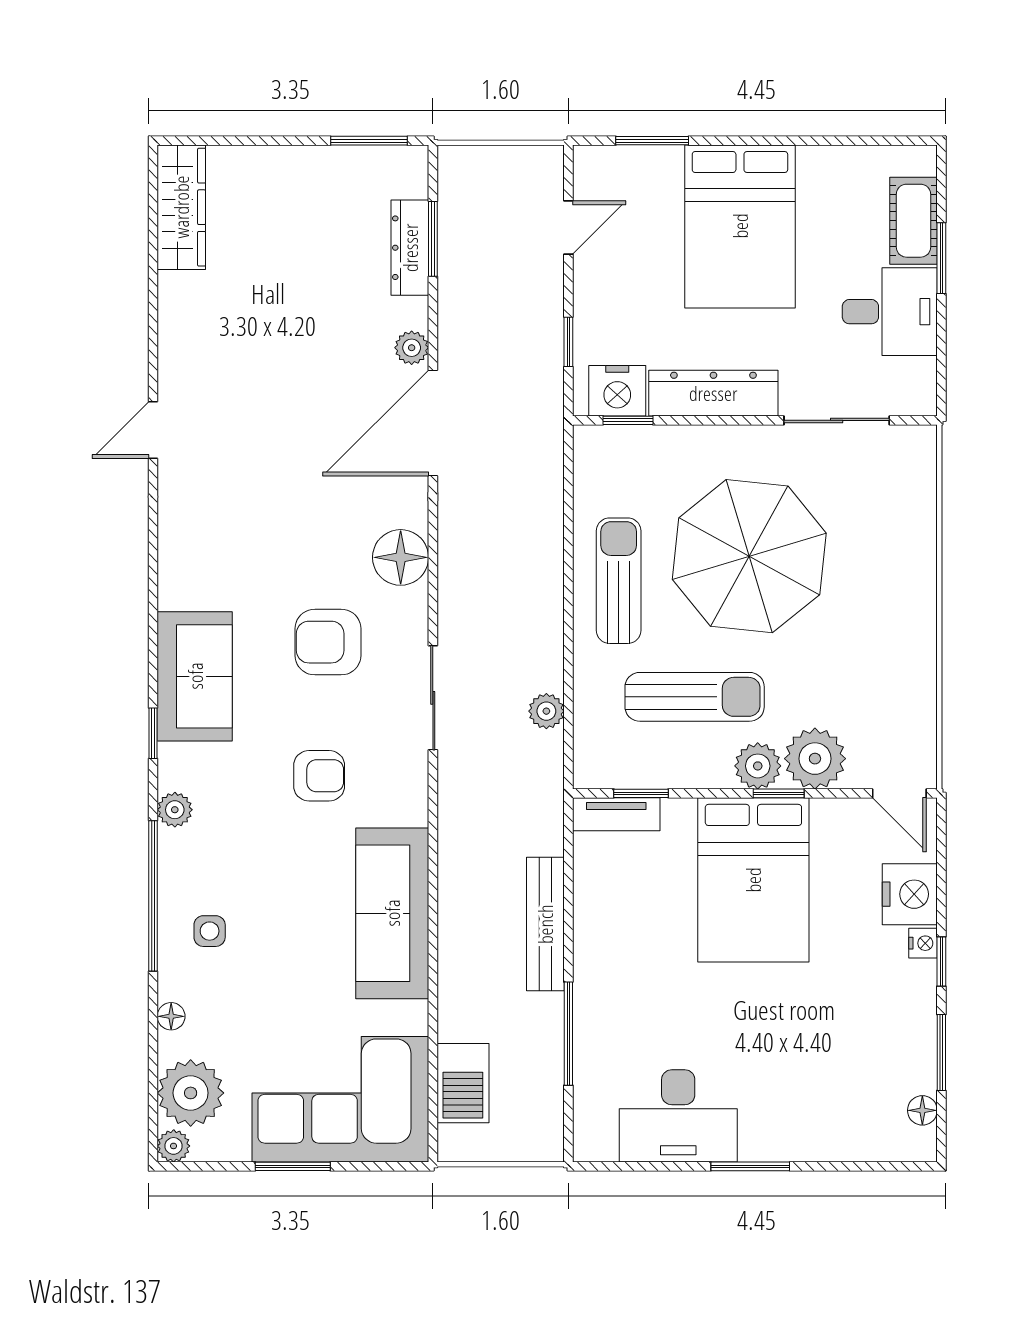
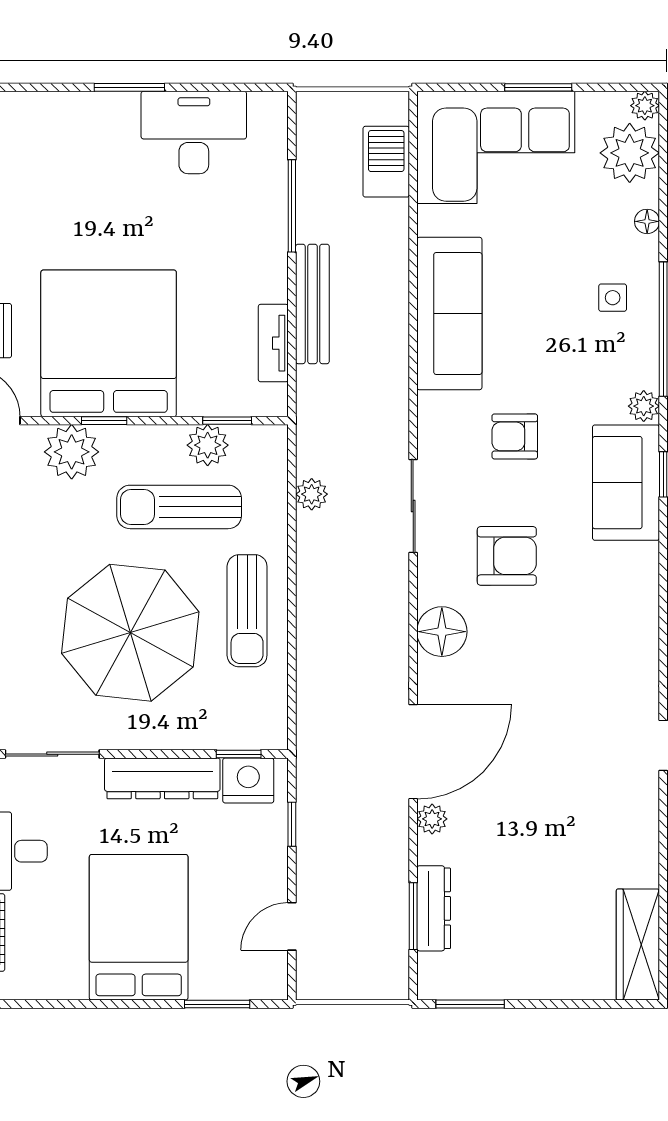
sofa: (195, 676) -> (626, 483), moved
plant: (758, 766) -> (208, 445), moved
tv unit: (616, 814) -> (273, 343), moved, turned -90
bed: (753, 880) -> (109, 343), width x1.36

